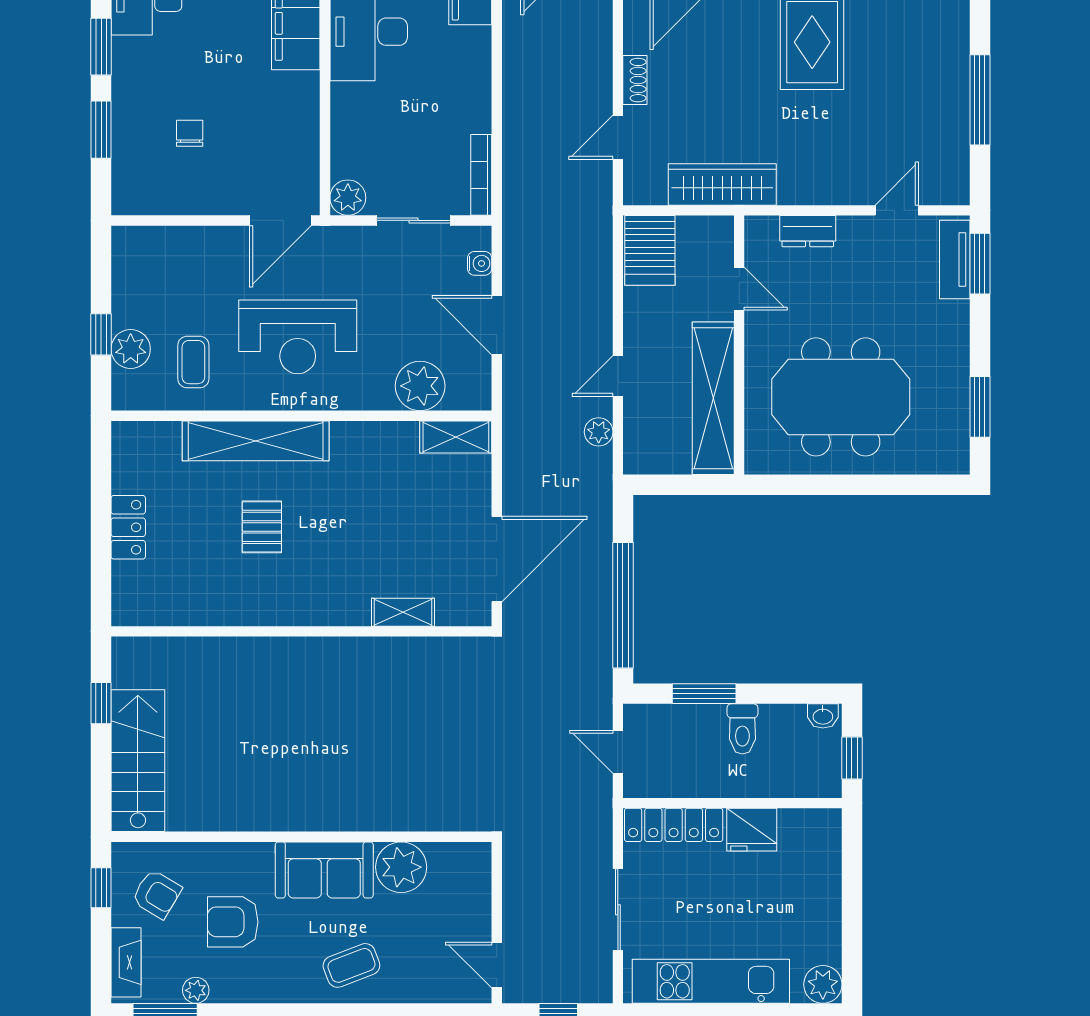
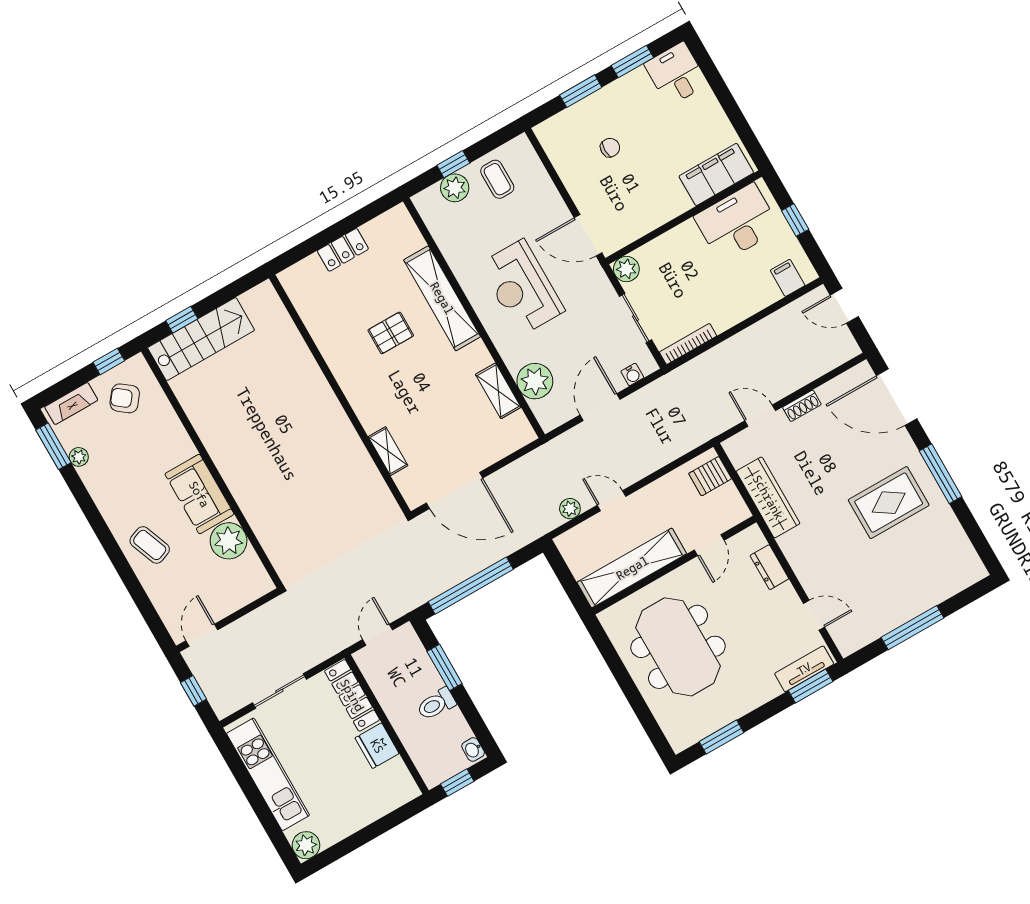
server rack: (650, 250) -> (710, 476), width x0.73, depth x0.70
coffee table: (193, 362) -> (497, 179), moved, turned 90
shelving: (456, 437) -> (498, 391), moved
window: (101, 703) -> (182, 320), moved
armchair: (157, 894) -> (125, 398), turned 97
armchair: (233, 922) -> (135, 456), removed

